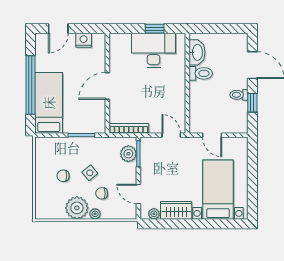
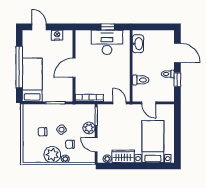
door: (58, 29) -> (39, 27), swing flipped
toilet: (201, 73) -> (141, 80), moved
plant: (128, 154) -> (89, 128), moved

